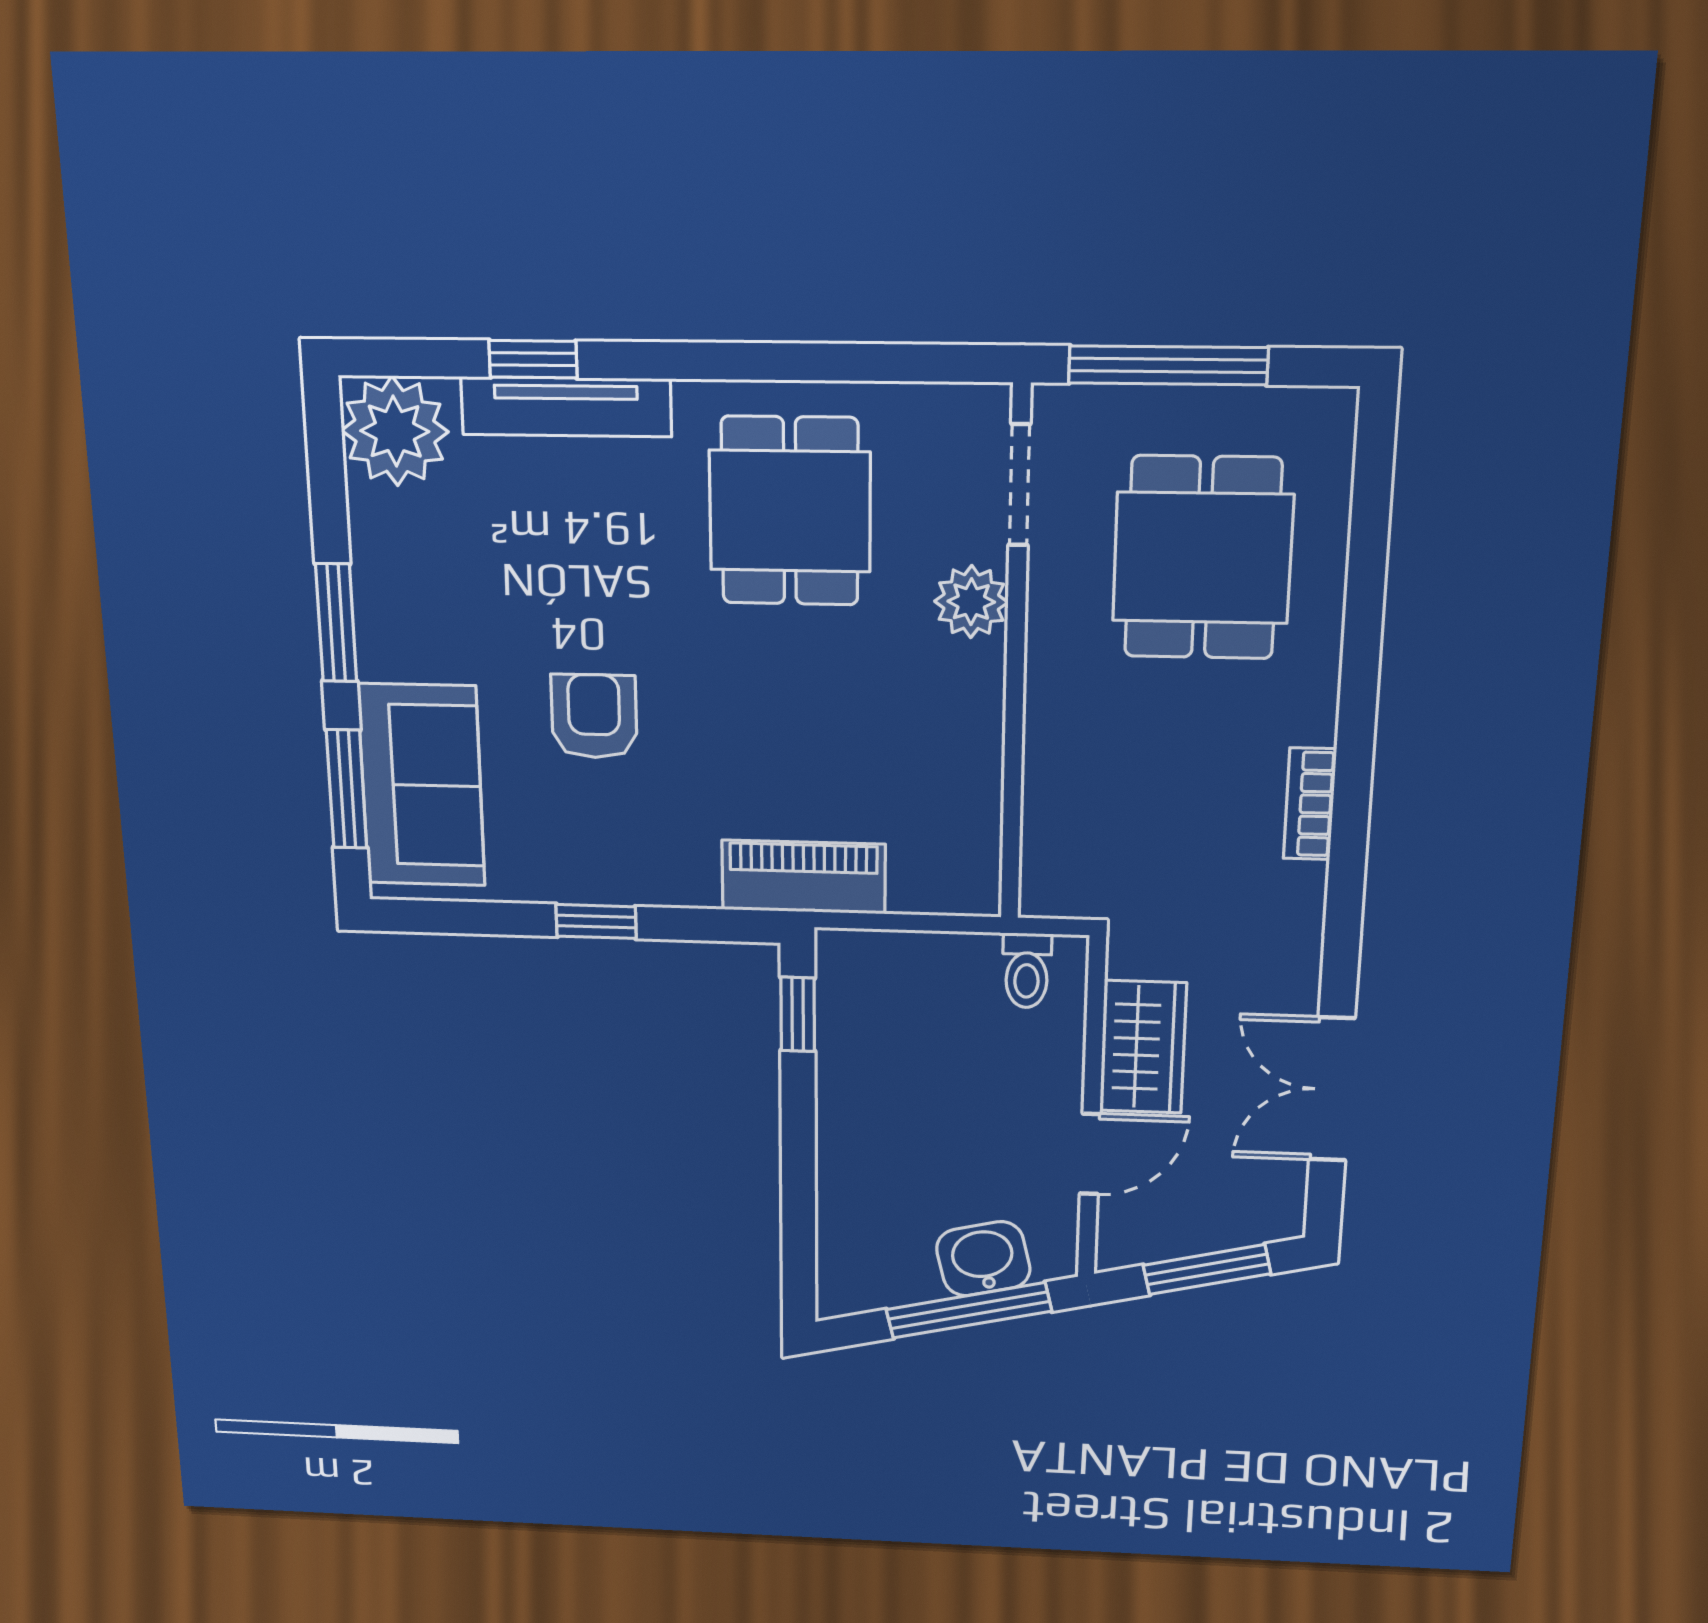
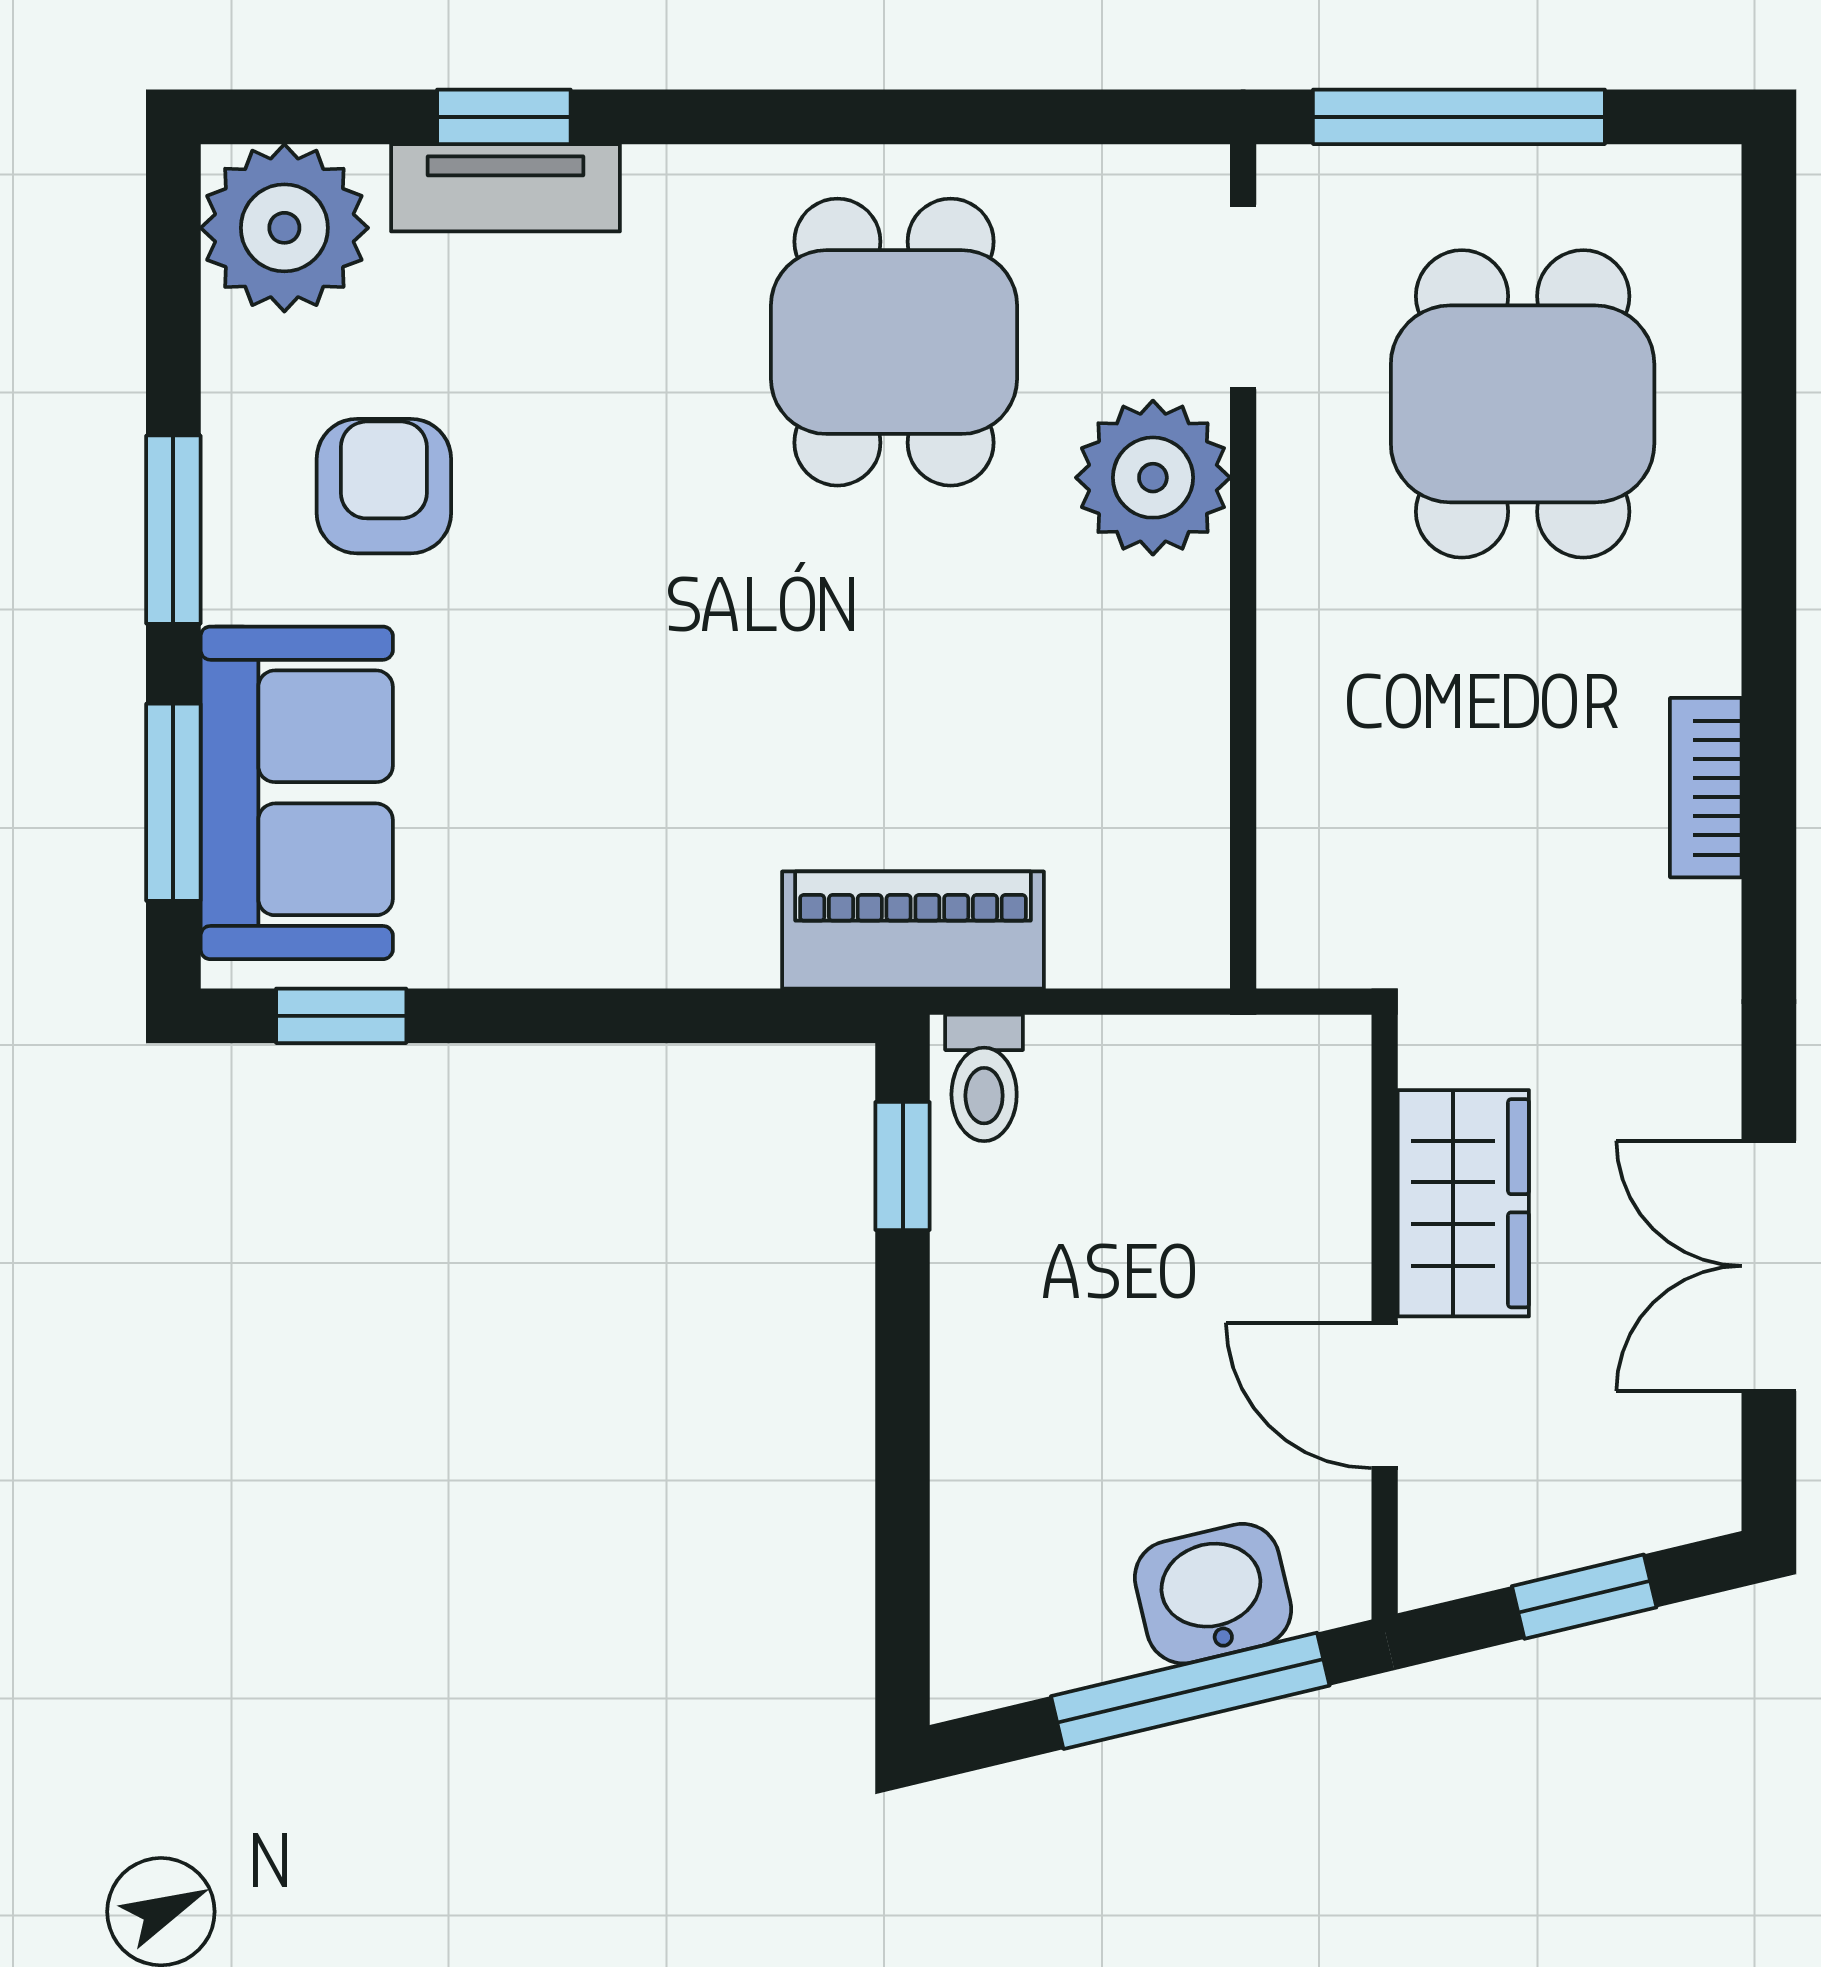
tv unit: (566, 407) -> (505, 188), width x0.71
plant: (971, 602) -> (1153, 478), width x1.36, depth x1.36
armchair: (594, 716) -> (384, 486), moved
window: (596, 921) -> (341, 1016), moved
toilet: (1027, 971) -> (984, 1078), moved
door: (1090, 1154) -> (1385, 1395), swing flipped
window: (1207, 1270) -> (1584, 1597), width x0.67

